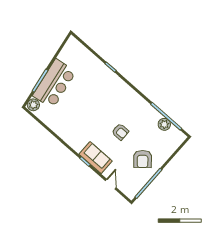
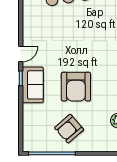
armchair: (120, 132) -> (76, 87), width x1.88, depth x1.88
door: (111, 184) -> (21, 54), moved

